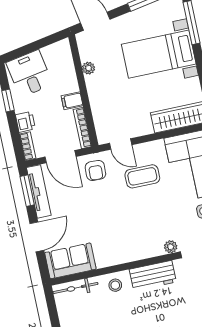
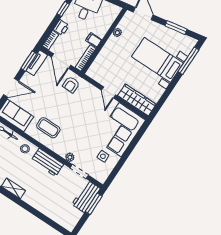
door: (121, 144) -> (108, 92), moved
coffee table: (142, 176) -> (48, 128), moved
tv unit: (39, 191) -> (37, 63), width x0.71

